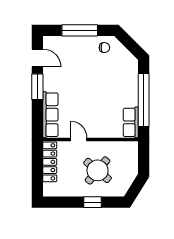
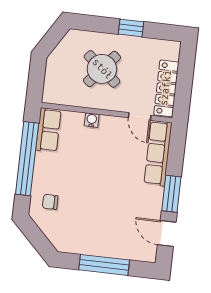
chair: (104, 48) -> (50, 202), moved
water cooler: (101, 133) -> (92, 120), added
door: (79, 140) -> (140, 116), moved
window: (92, 202) -> (131, 28), moved

